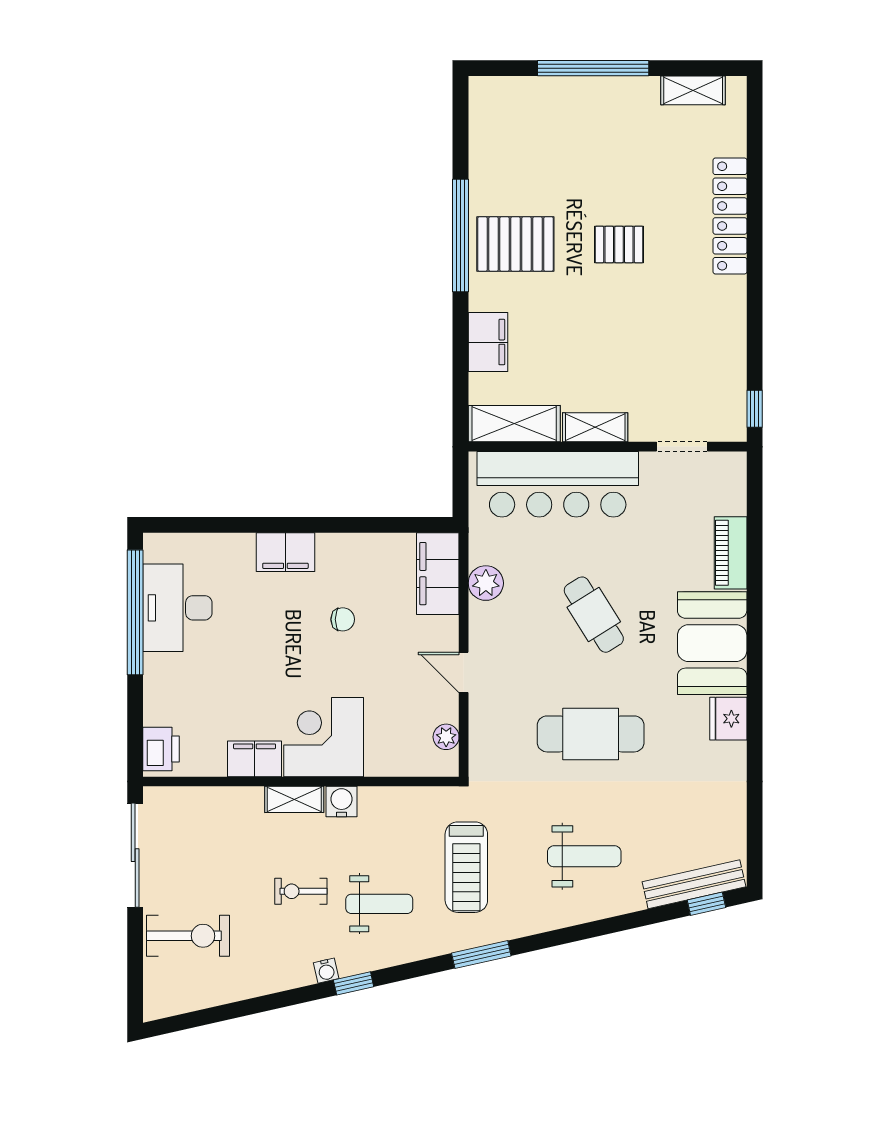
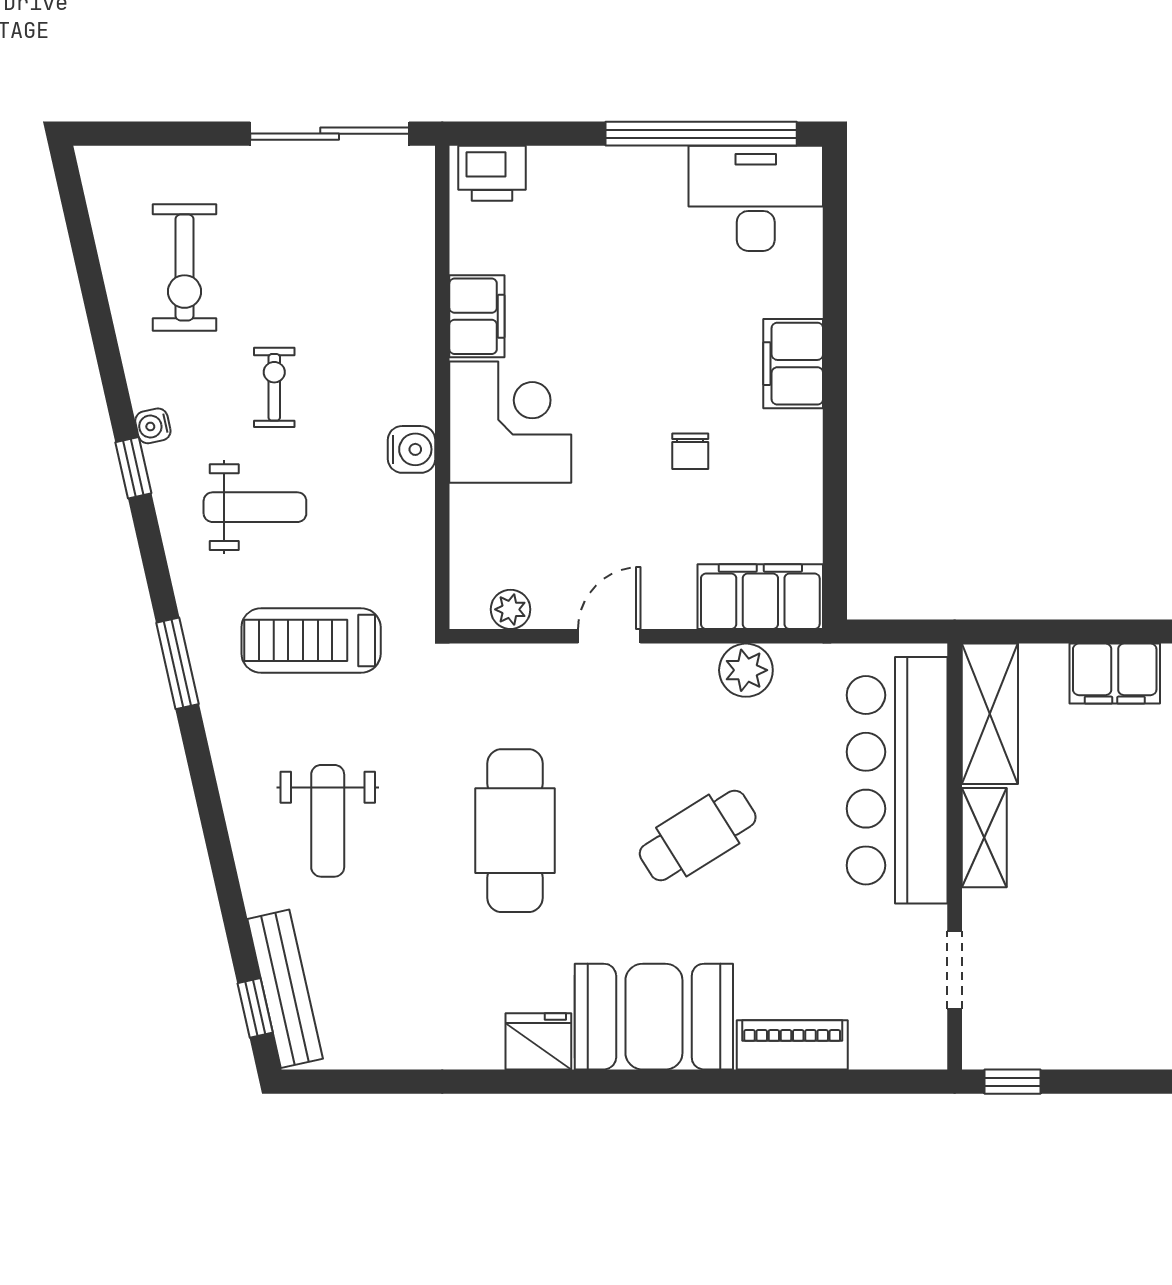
desk: (177, 608) -> (756, 198), moved
shelving: (294, 799) -> (415, 377), removed
weight bench: (379, 904) -> (255, 507), turned -90
exercise bike: (188, 936) -> (185, 267), moved

